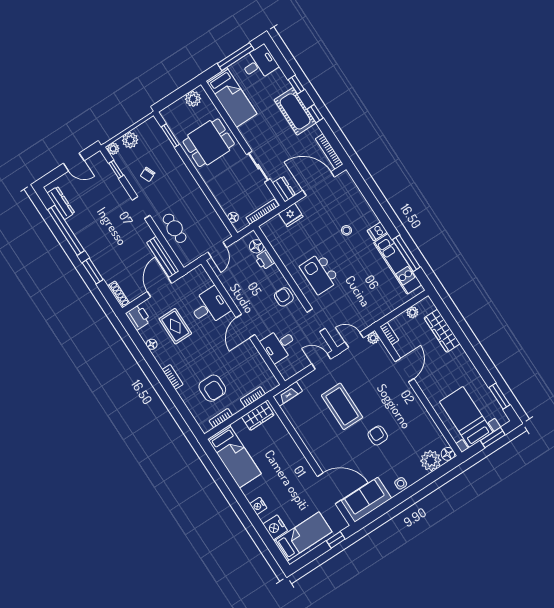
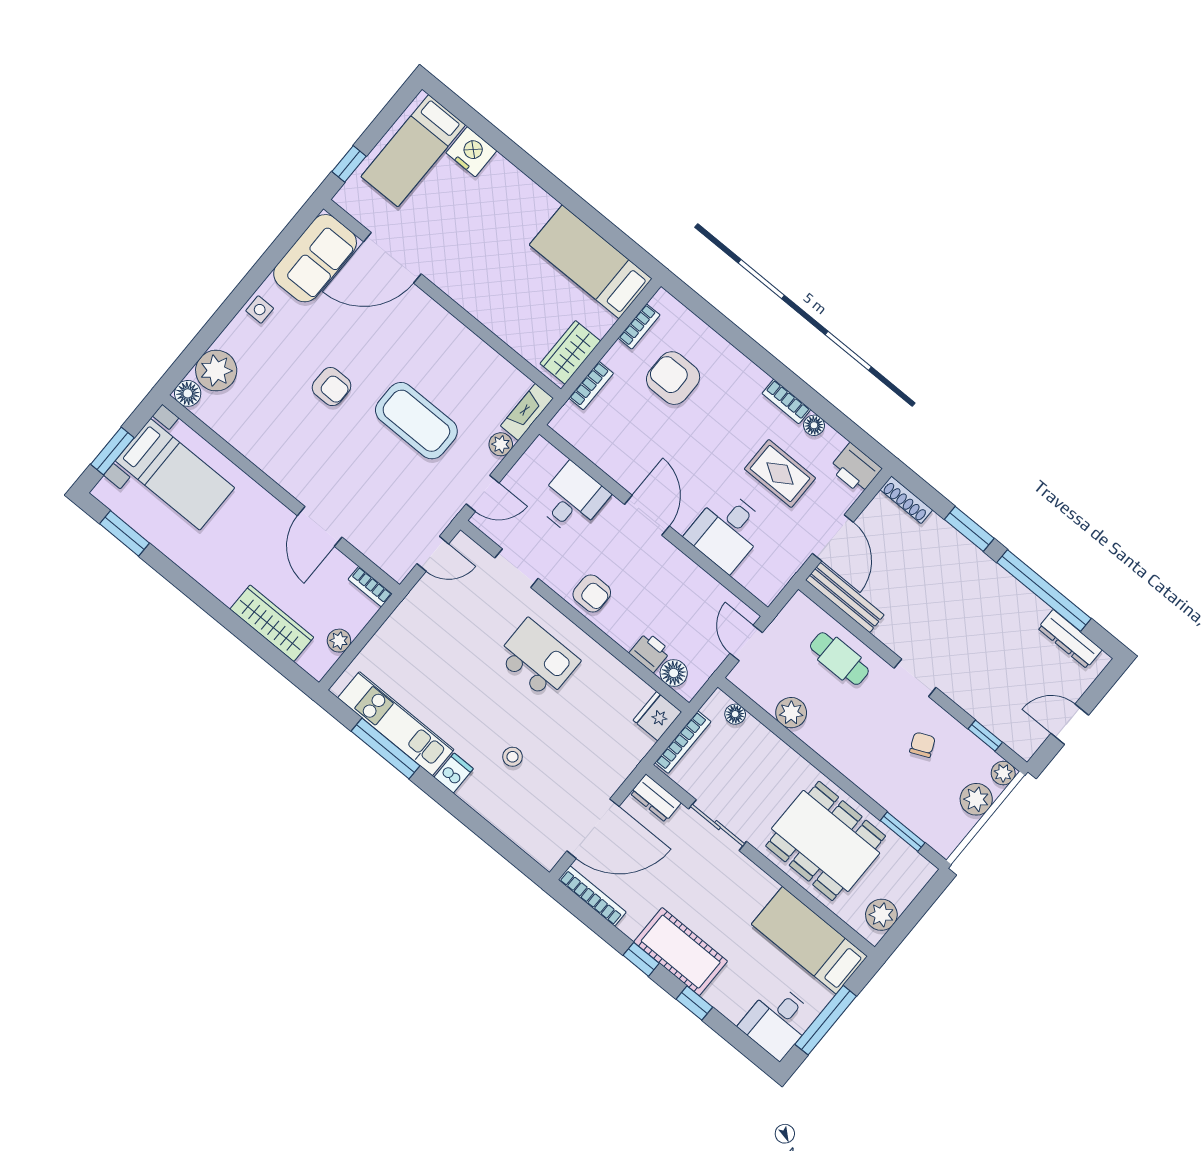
dining table: (209, 143) -> (826, 841), width x1.38
plant: (206, 210) -> (791, 713), added
fridge: (291, 215) -> (657, 716), moved
plant: (373, 338) -> (501, 444), moved
bookcase: (173, 377) -> (786, 401), moved
nightstand: (258, 506) -> (516, 182), removed

